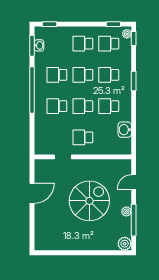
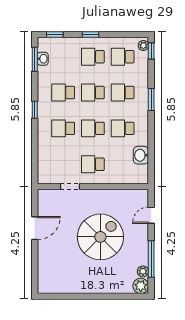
window: (113, 24) -> (91, 34), moved
window: (32, 90) -> (35, 110), width x0.32
plant: (126, 211) -> (143, 271), moved

